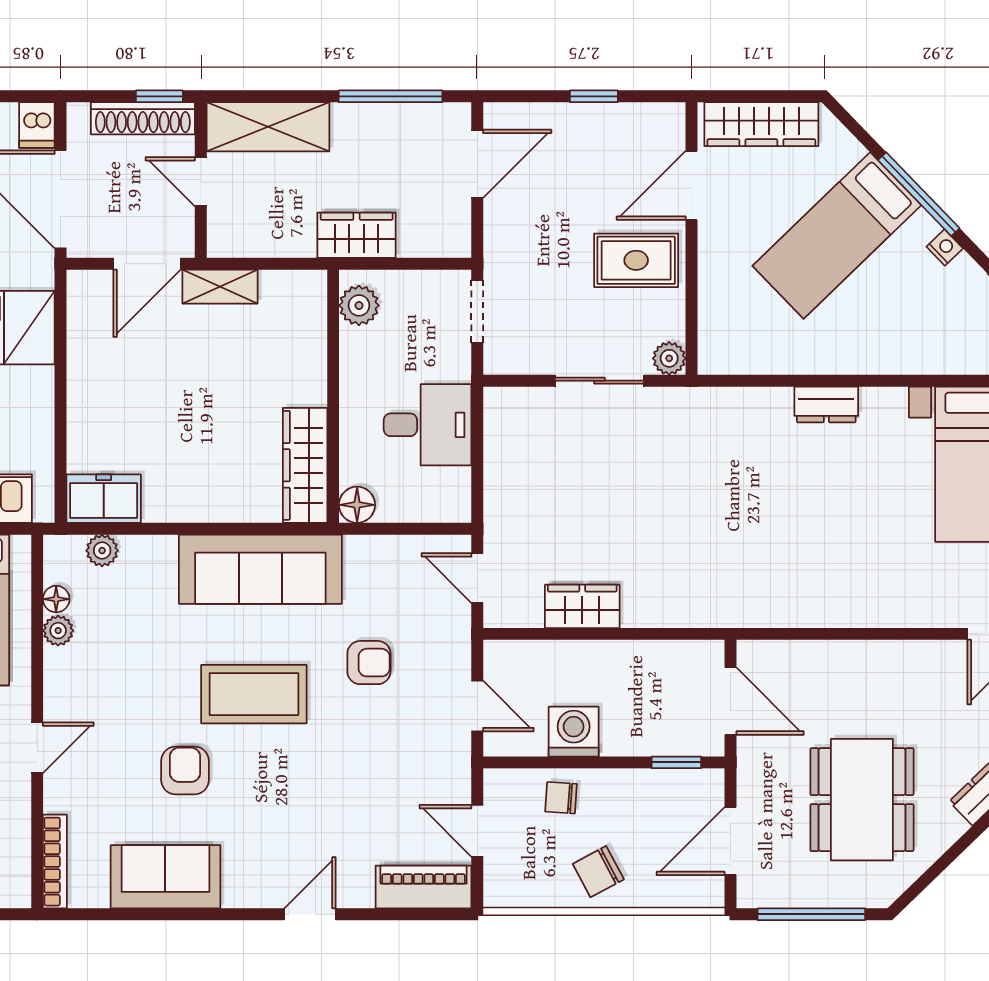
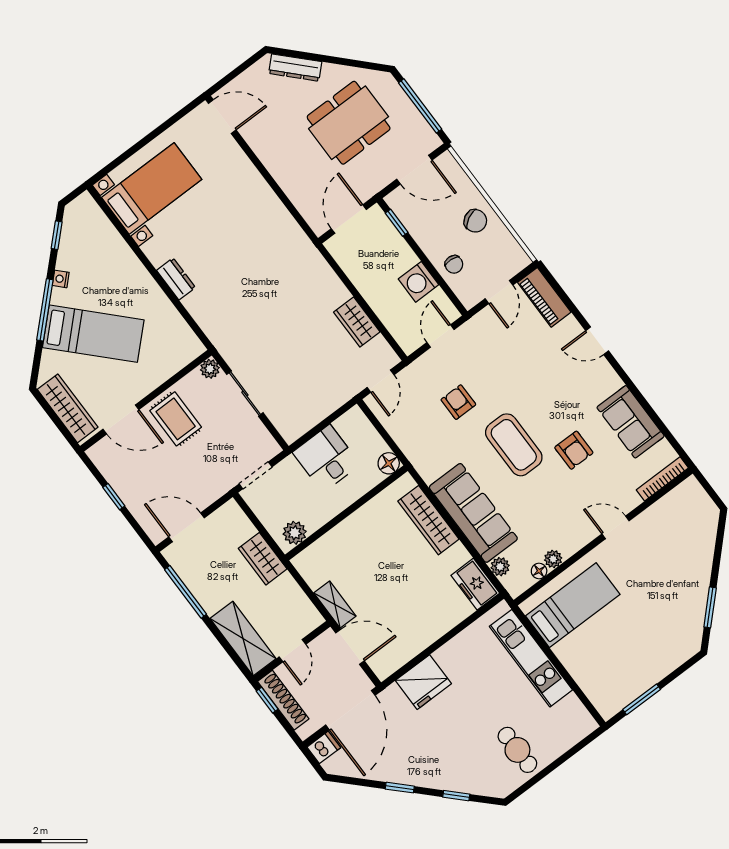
wardrobe: (305, 465) -> (428, 520), moved, turned 90
sofa: (260, 569) -> (473, 513), moved
armchair: (185, 770) -> (574, 450), turned -90

